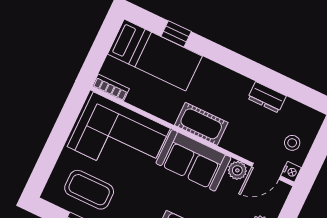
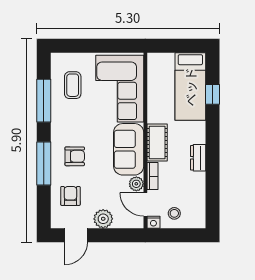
bookcase: (111, 87) -> (152, 176), moved
dresser: (267, 97) -> (198, 158), moved
coffee table: (89, 190) -> (73, 85), width x0.73, depth x0.77

